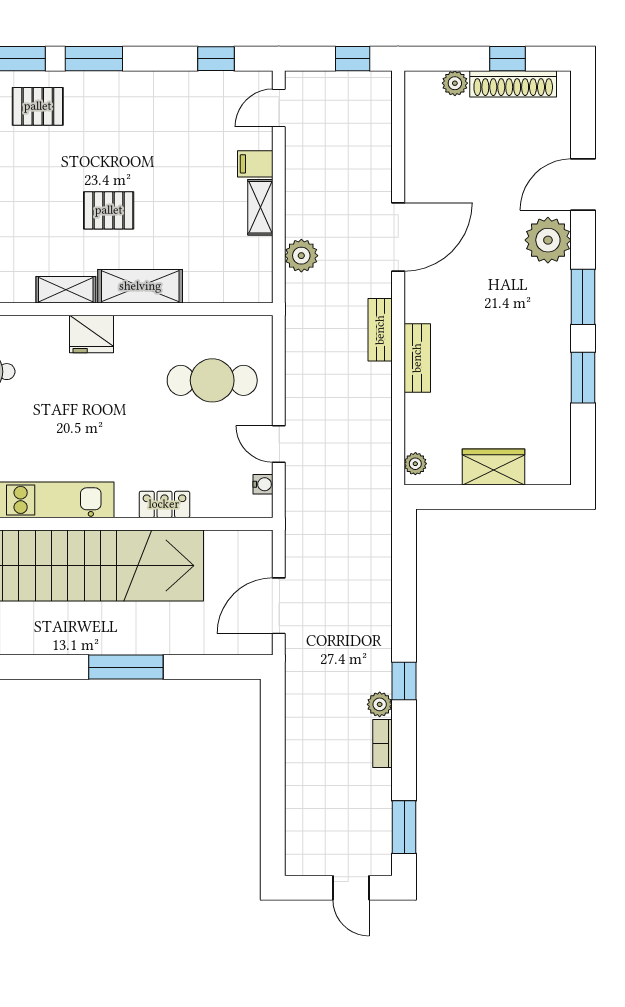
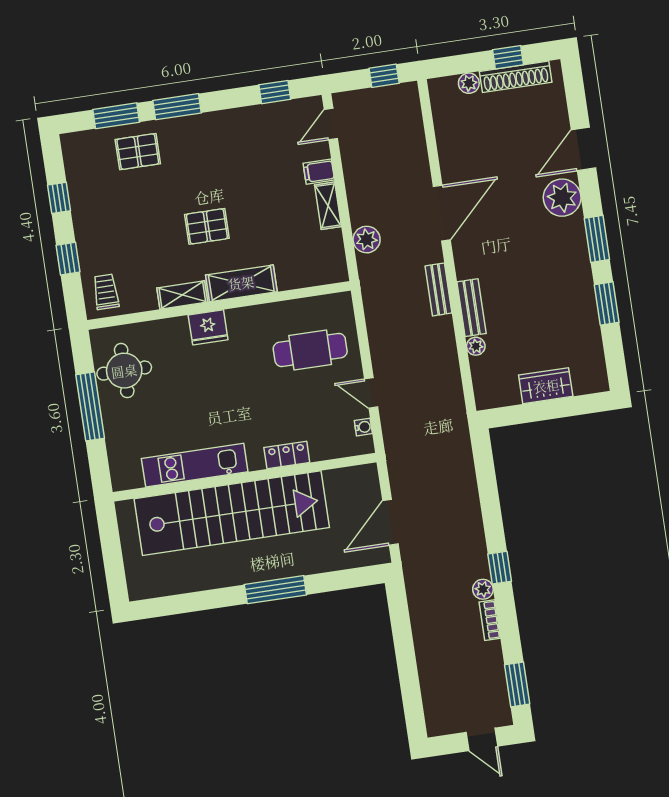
plant: (415, 464) -> (476, 346), moved

